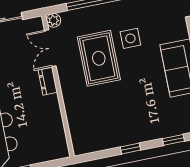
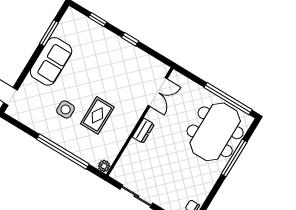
double door: (50, 48) -> (158, 92), moved
rug: (99, 58) -> (97, 115), width x0.73, depth x0.70

